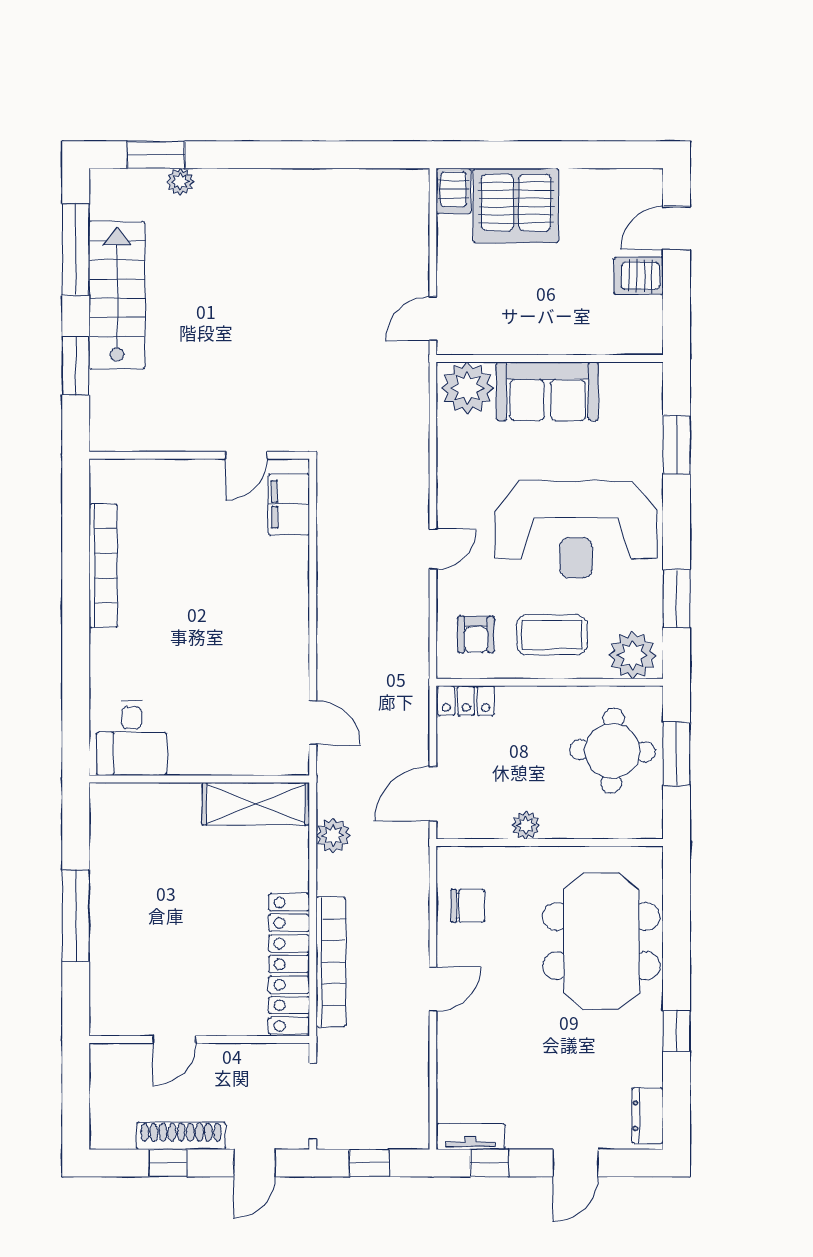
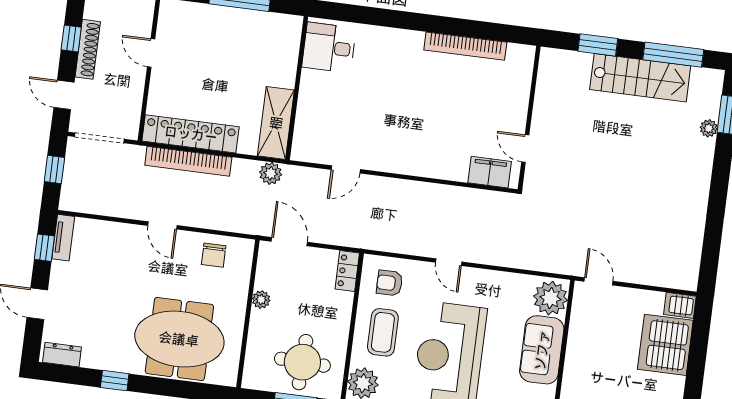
desk: (132, 738) -> (329, 48), moved
wall: (199, 779) -> (297, 88), moved
shelving: (256, 804) -> (276, 123), moved

